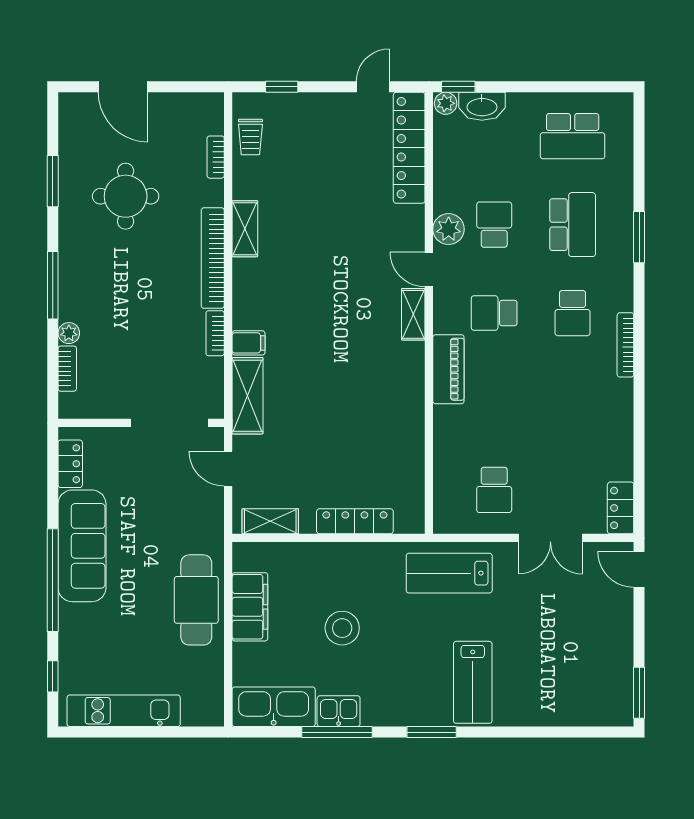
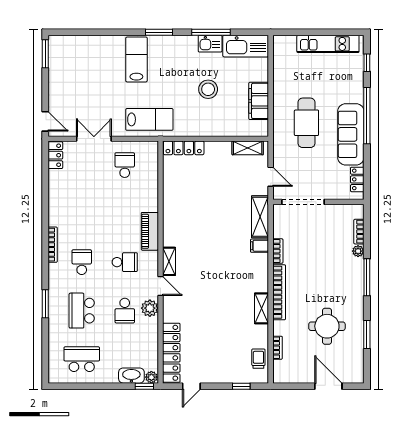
locker: (355, 521) -> (184, 148), moved
cafe table: (196, 600) -> (306, 123), moved

